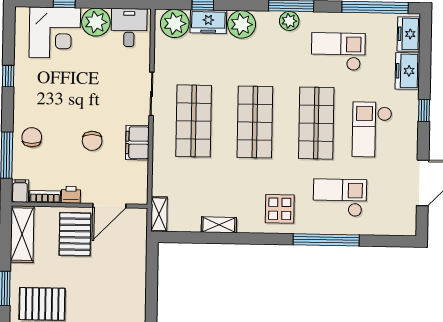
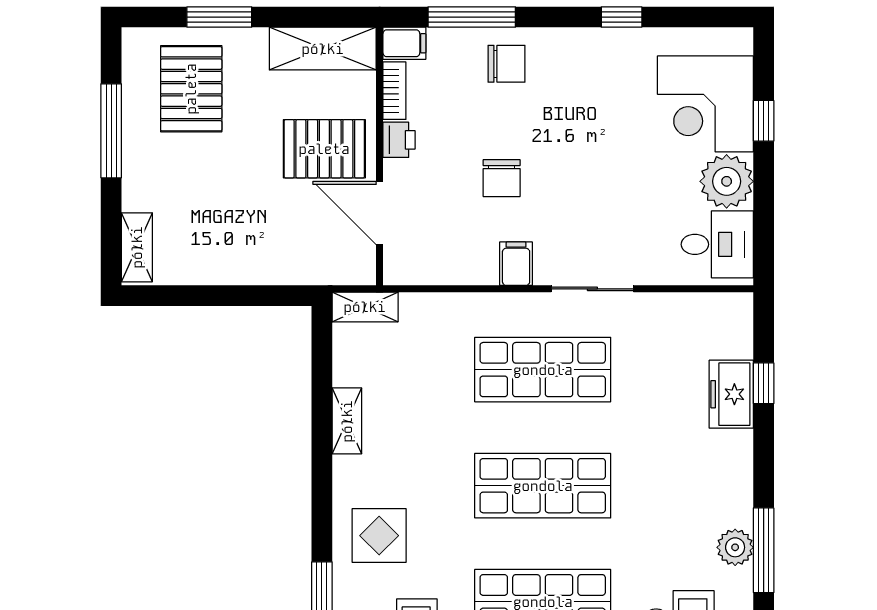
plant: (175, 24) -> (726, 331), removed
plant: (242, 24) -> (727, 457), removed
chair: (92, 141) -> (502, 178), turned -90
filing cabinet: (137, 143) -> (516, 264), width x0.50

